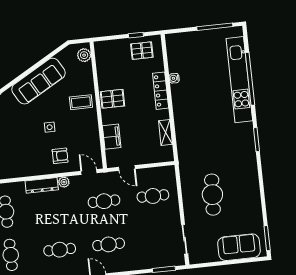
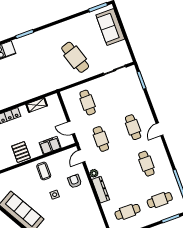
coffee table: (81, 102) -> (44, 171), moved
door: (127, 168) -> (71, 128), swing flipped
cafe table: (212, 195) -> (75, 57), turned 69

